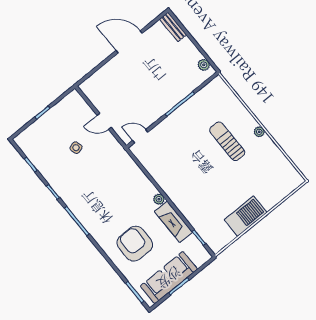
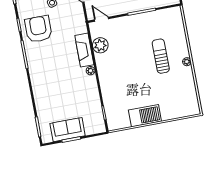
plant: (154, 166) -> (100, 45), added
fireplace: (174, 222) -> (84, 50), moved
armchair: (135, 244) -> (38, 29), moved
sofa: (169, 278) -> (68, 130), width x0.73

